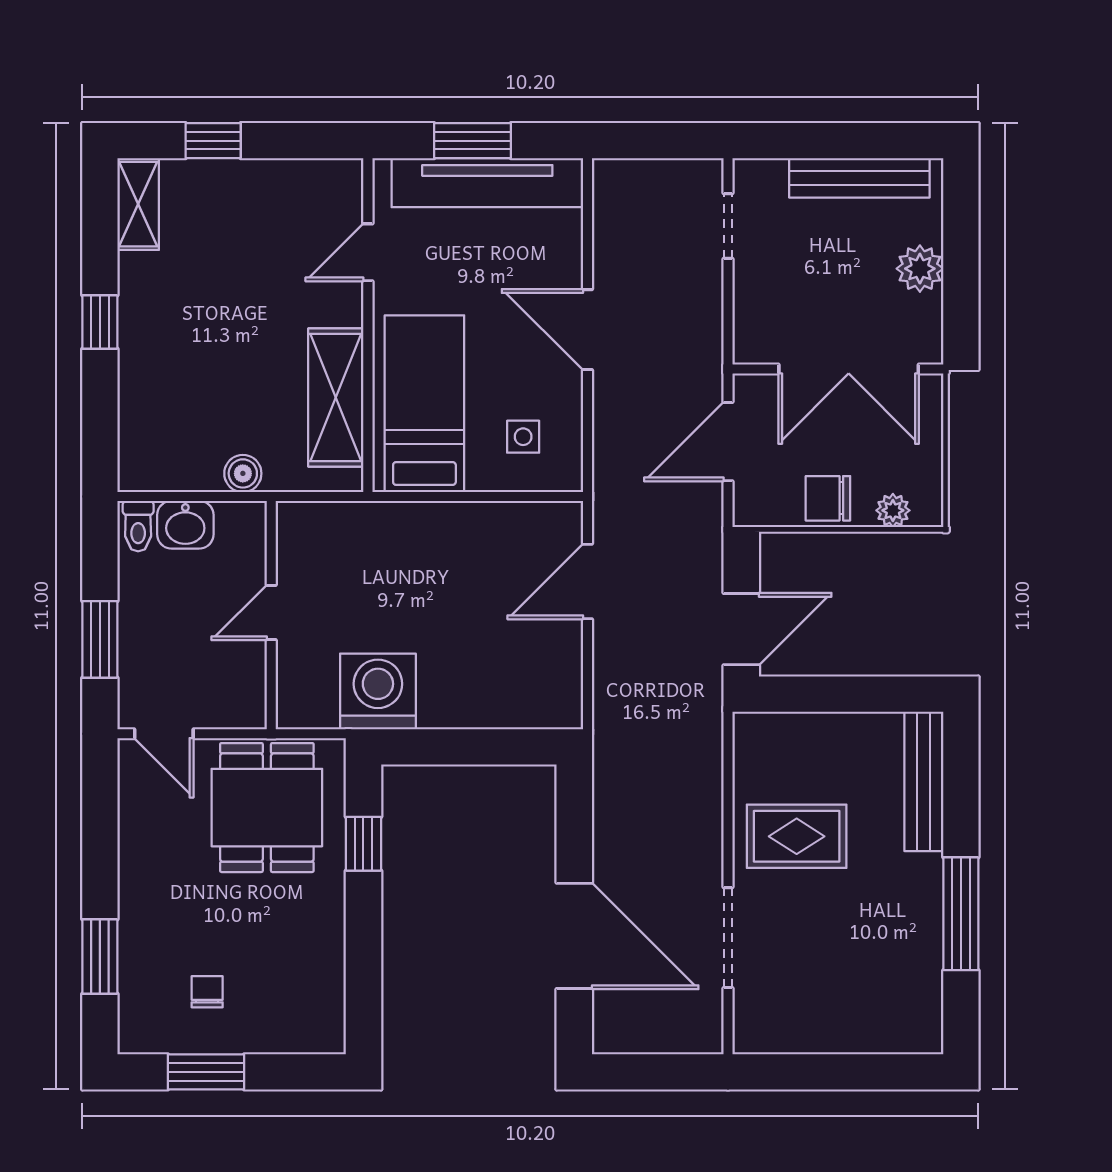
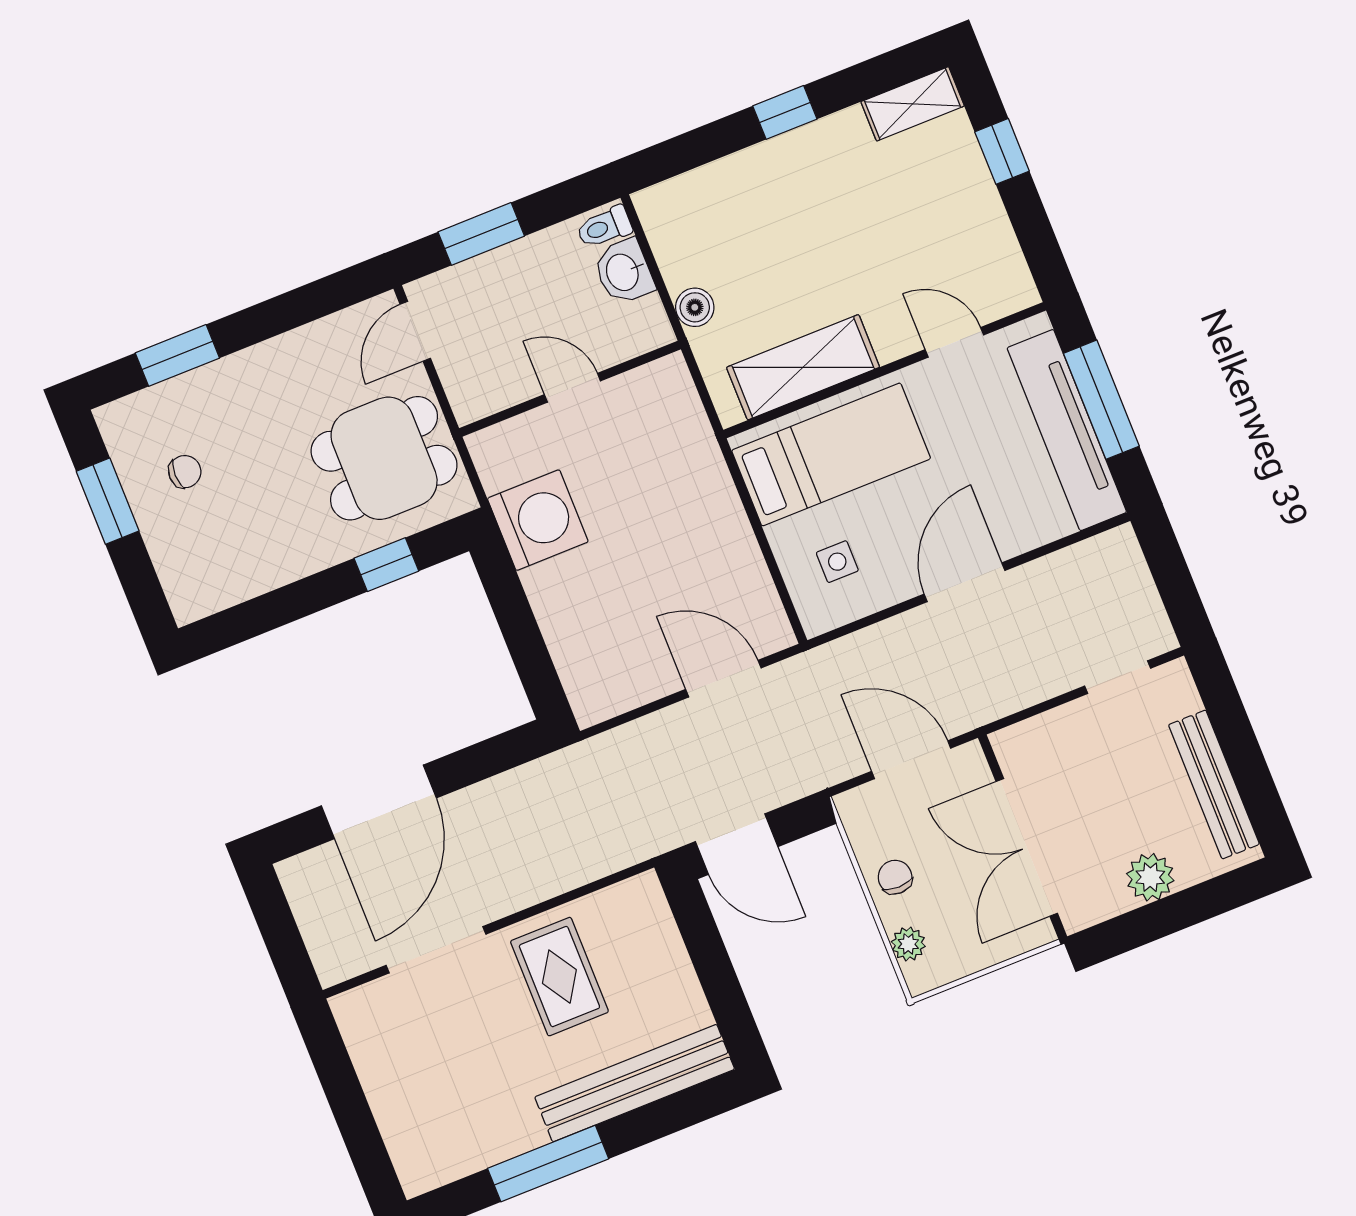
window: (472, 141) -> (1101, 400), width x1.44
chair: (828, 498) -> (895, 877), width x0.73, depth x0.73
bench: (924, 781) -> (635, 1083), width x1.37, depth x1.21

